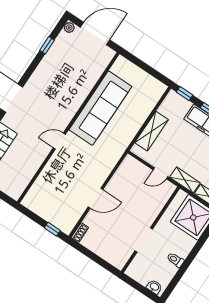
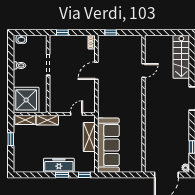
sofa: (100, 108) -> (108, 145), moved, turned 180
door: (59, 141) -> (143, 70), moved
door: (160, 173) -> (77, 114), moved
window: (105, 264) -> (62, 33), added

